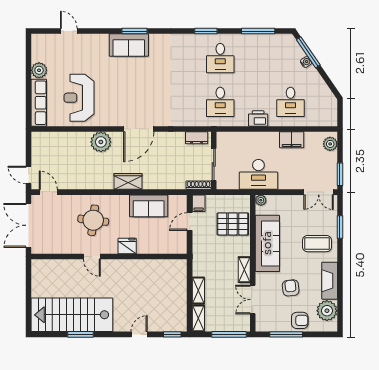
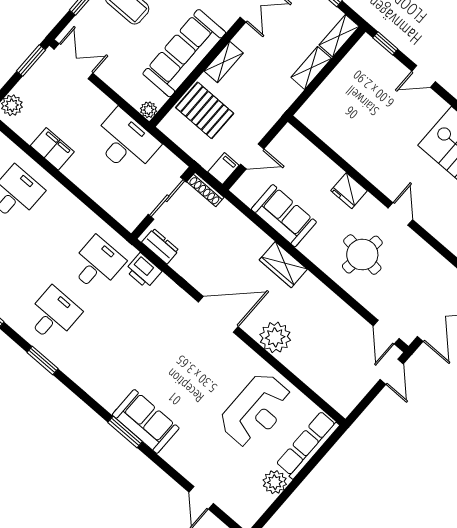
printer: (258, 119) -> (143, 271), moved
shelving: (244, 270) -> (224, 62), moved

